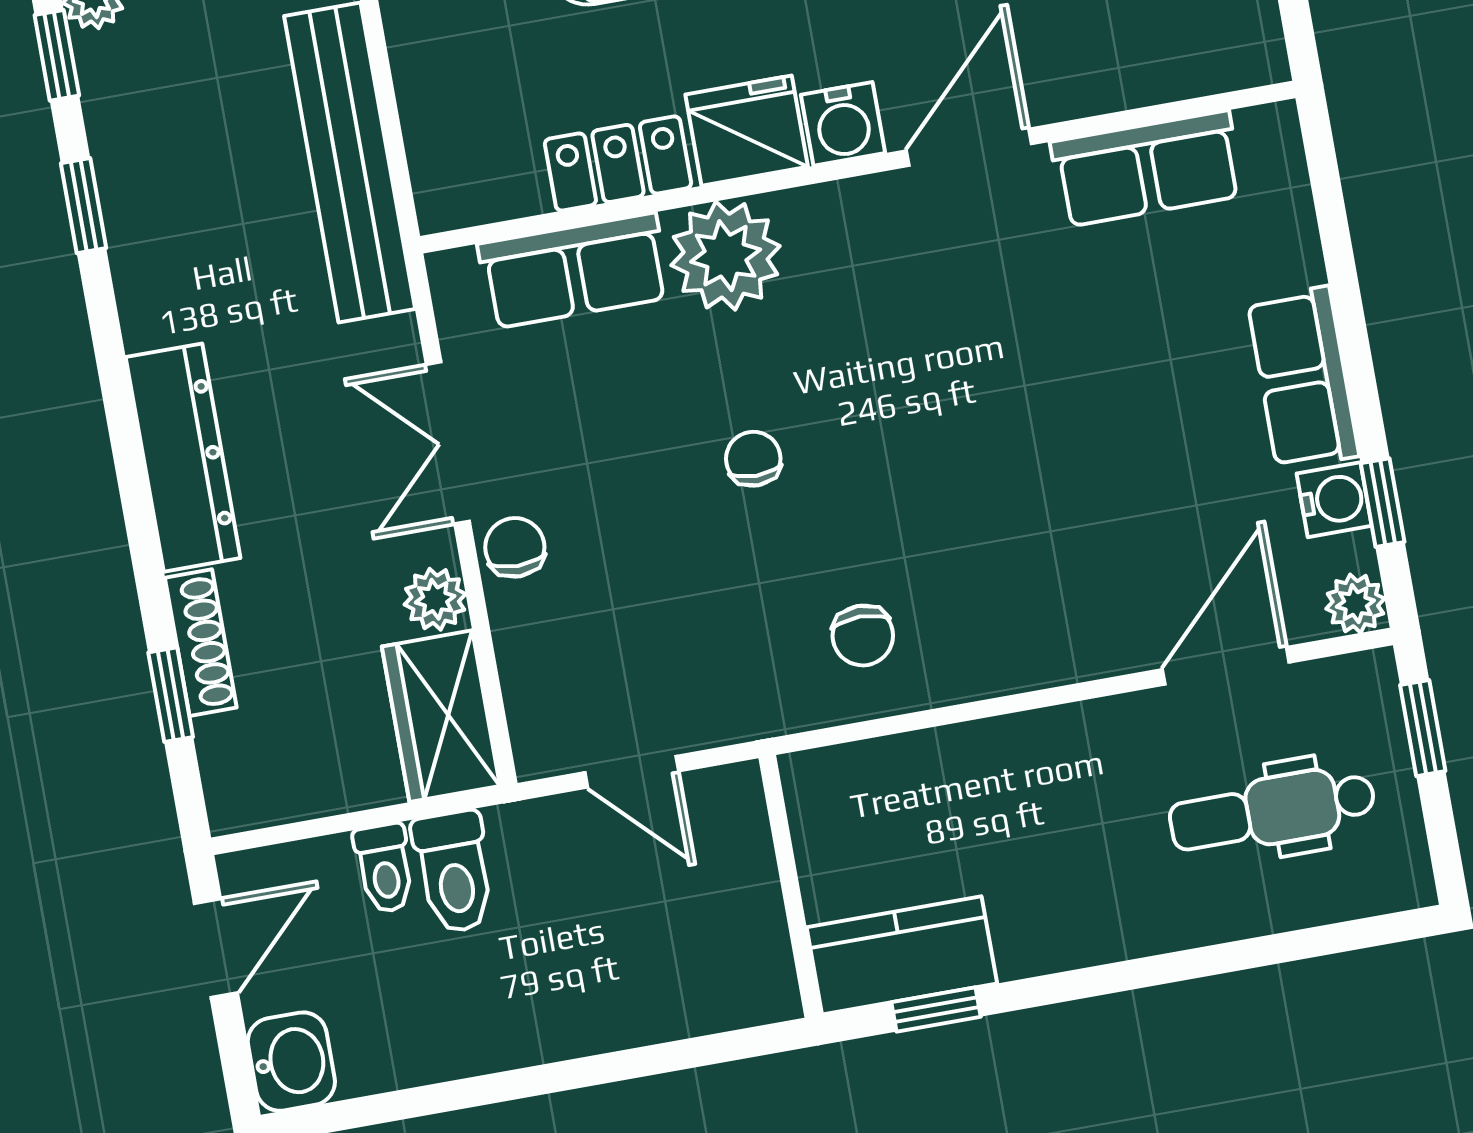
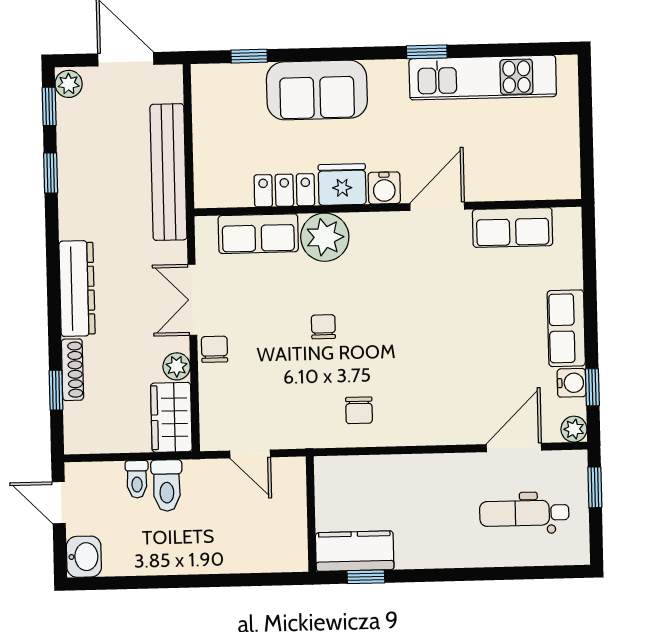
door: (216, 948) -> (59, 503), swing flipped

